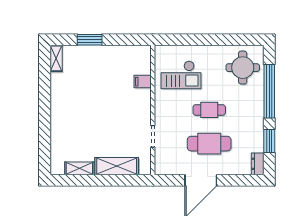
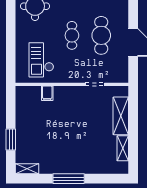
checkout: (181, 75) -> (41, 60), turned 180
window: (45, 106) -> (69, 179), added

